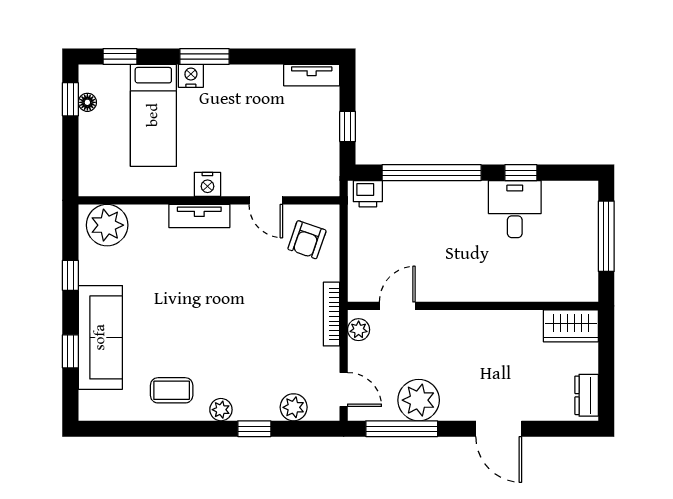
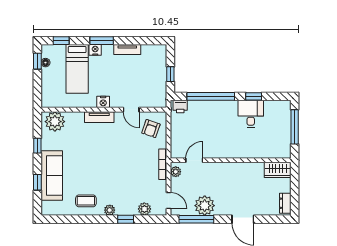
tv unit: (312, 75) -> (127, 49), moved

